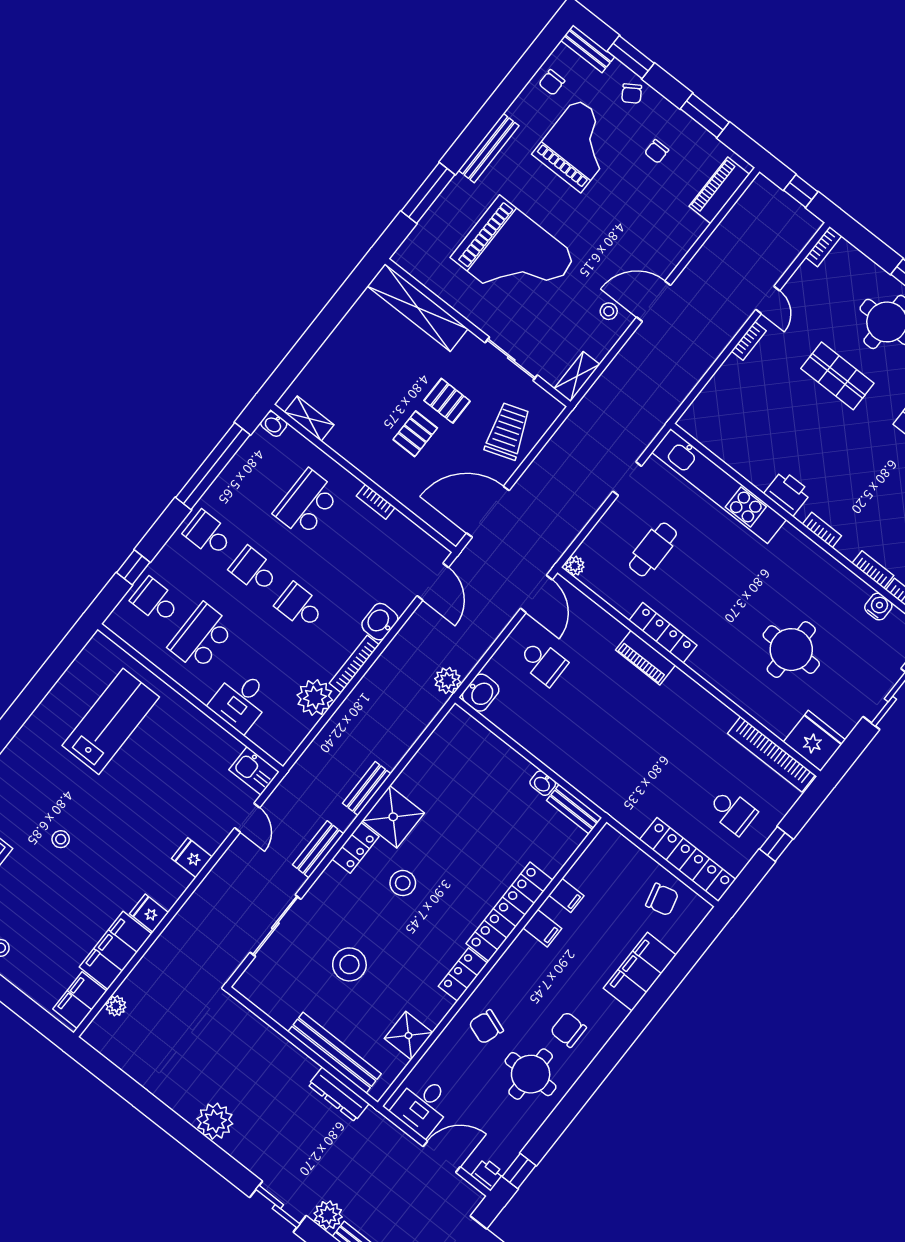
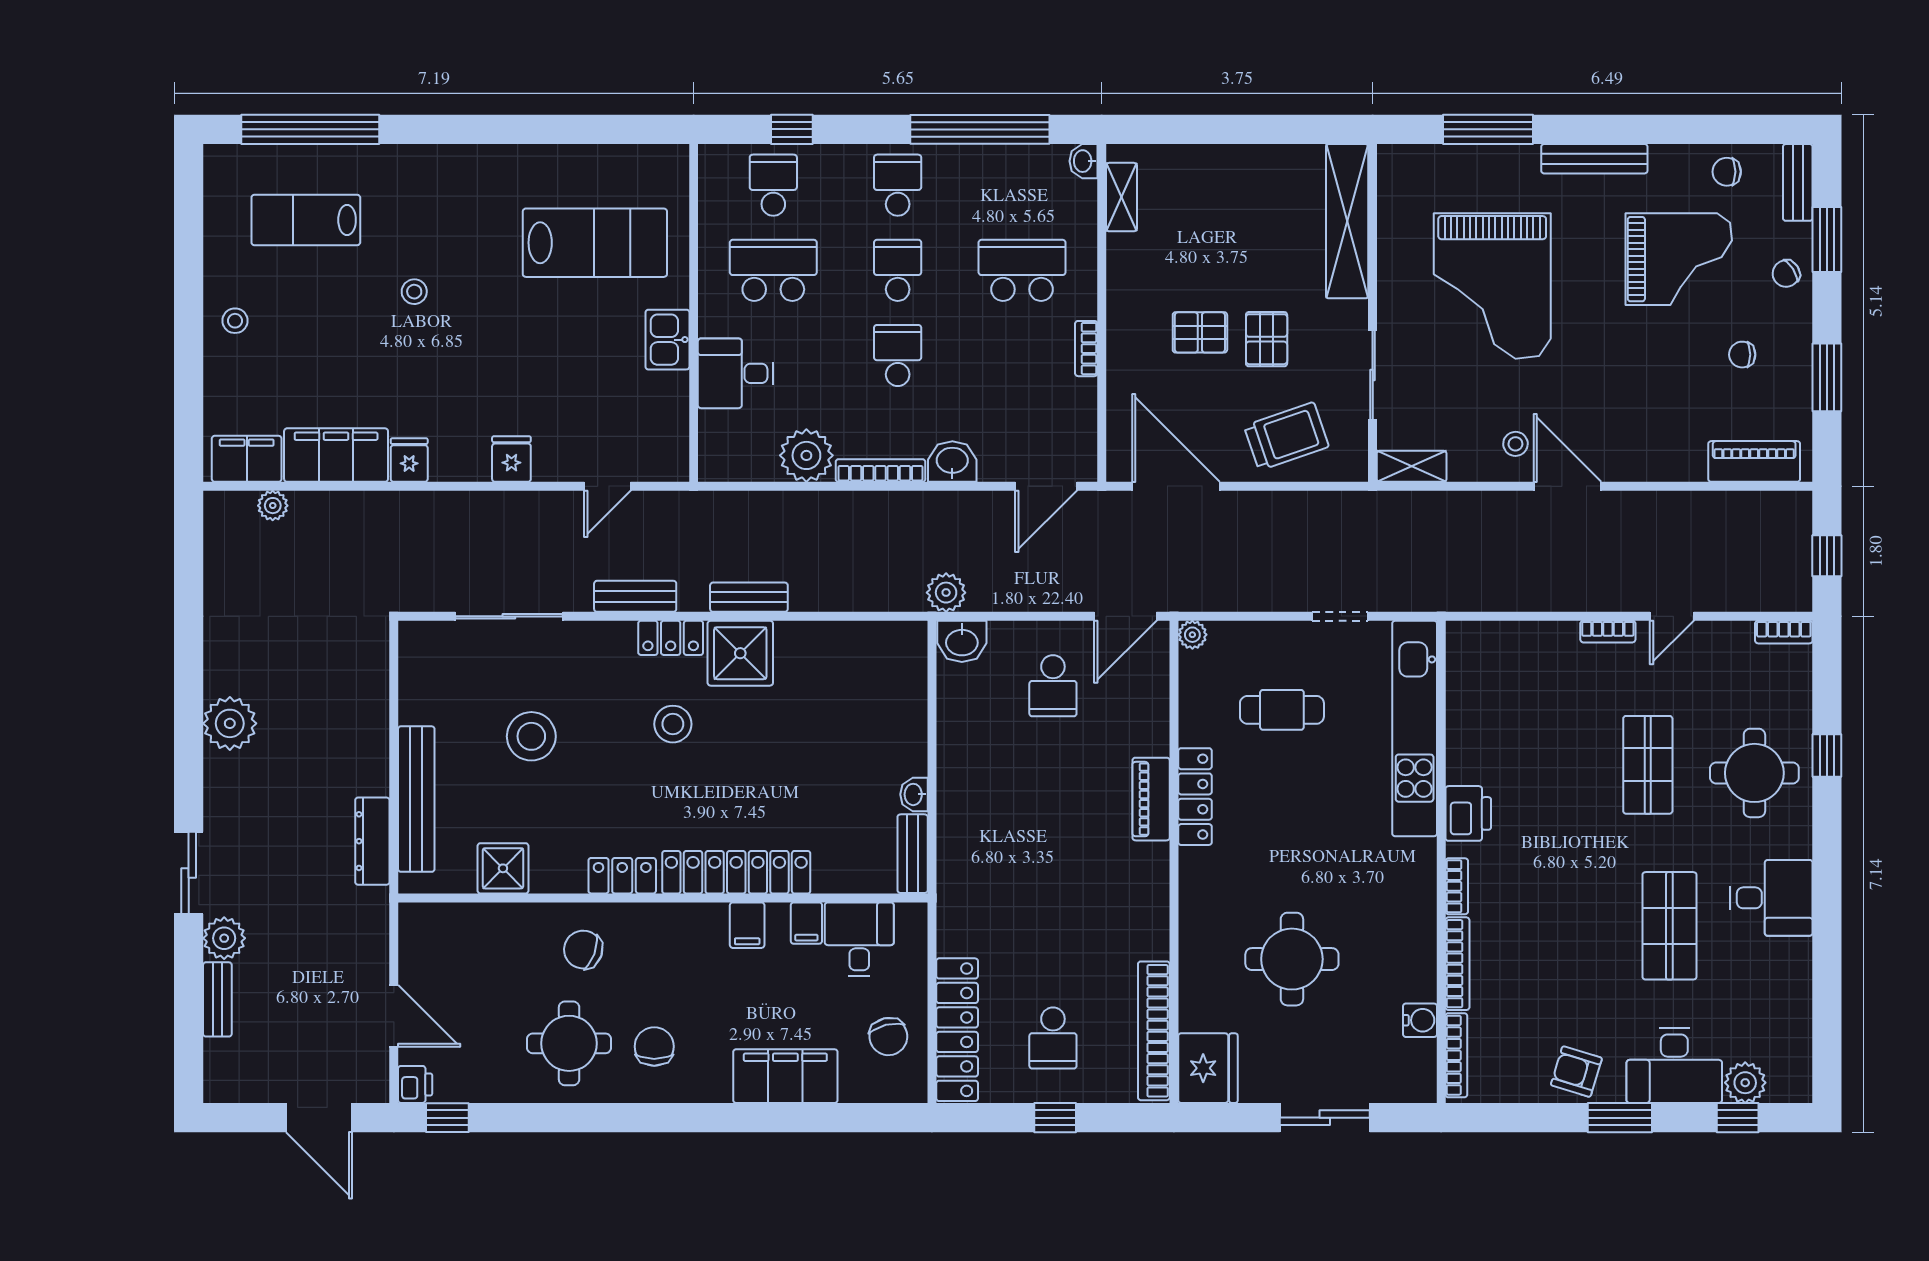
bookcase: (873, 570) -> (1457, 964), width x1.56
kitchen sink: (254, 771) -> (667, 340), moved
desk: (423, 1106) -> (859, 939), moved, turned 90

